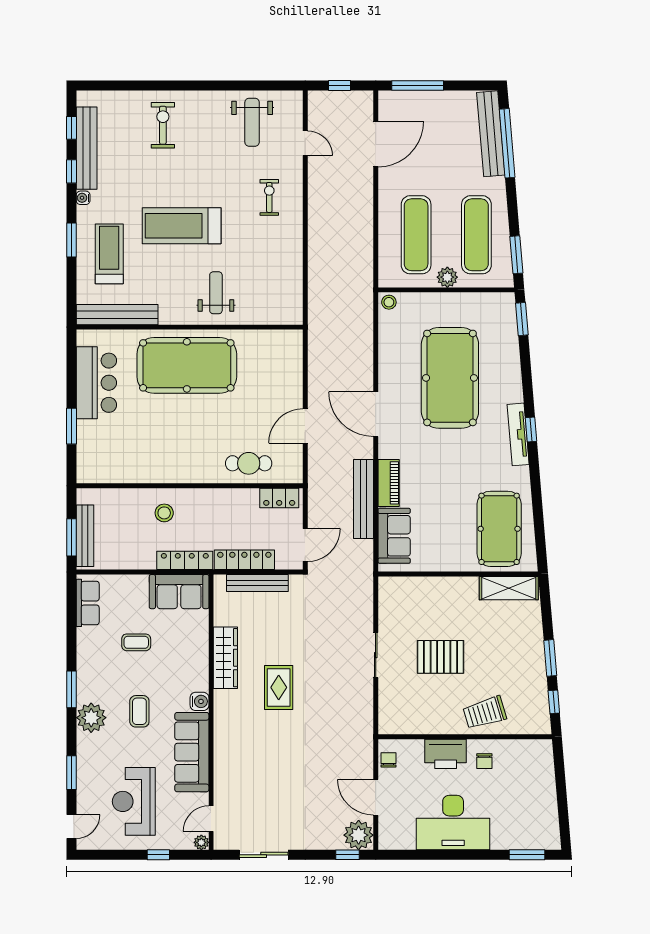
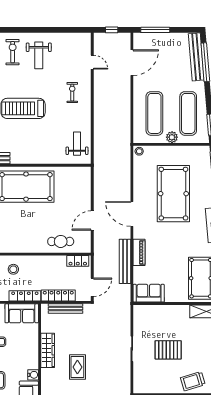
weight bench: (252, 122) -> (39, 55), moved
weight bench: (216, 293) -> (77, 144), moved
sofa: (394, 536) -> (149, 293), moved, turned -90

